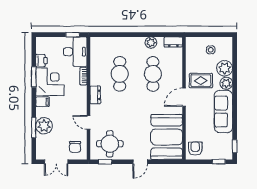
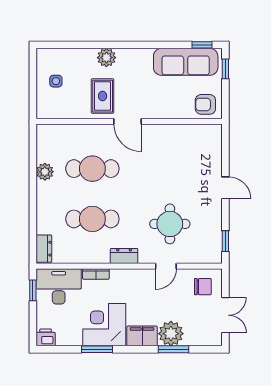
dresser: (173, 42) -> (44, 249), moved
printer: (42, 61) -> (46, 337), moved
plant: (225, 68) -> (84, 60), removed
filing cabinet: (42, 102) -> (142, 336), width x2.00
sofa: (223, 111) -> (186, 62), moved
booth: (167, 137) -> (188, 148), removed
round table: (110, 144) -> (170, 224), moved

